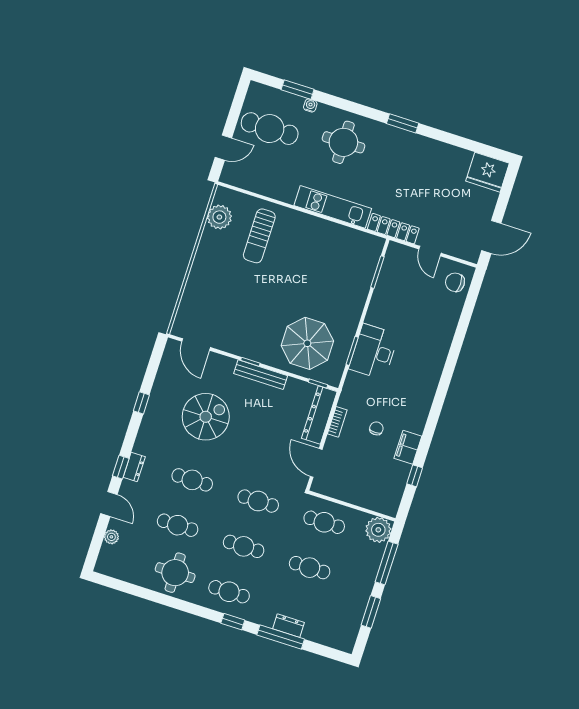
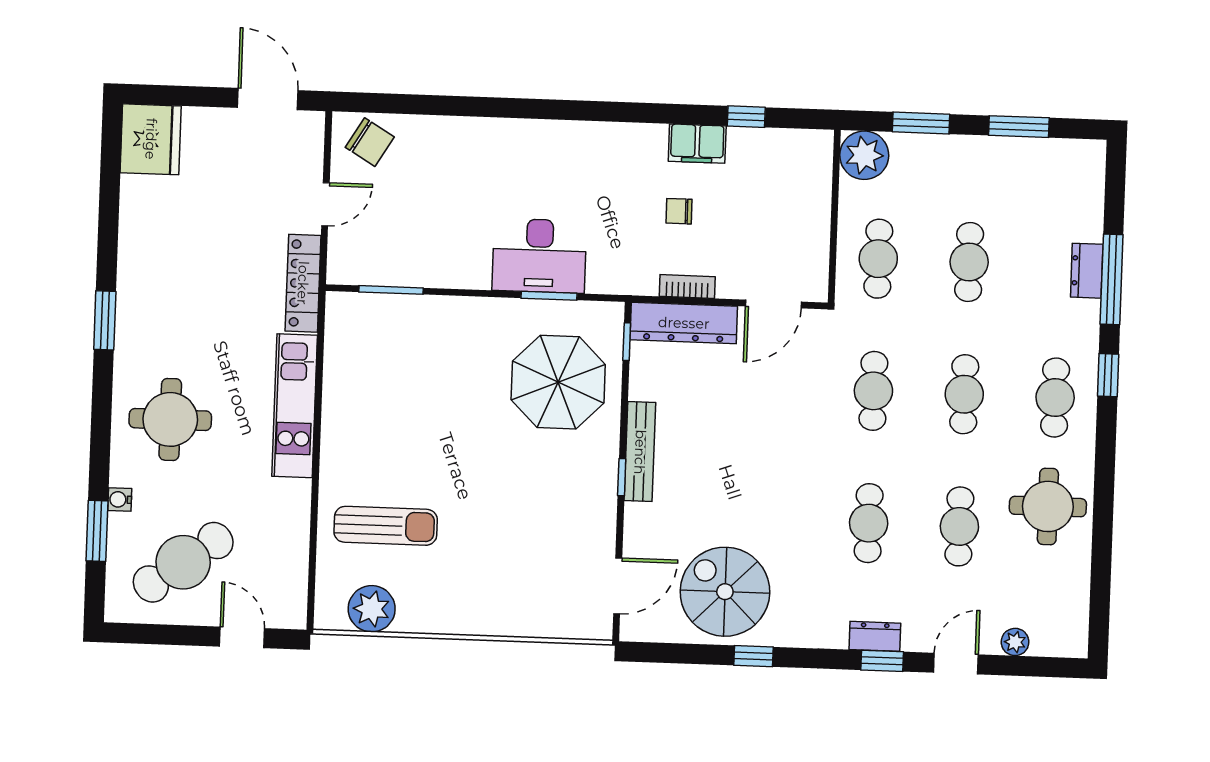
cafe table: (270, 129) -> (183, 562), turned 54
chair: (455, 282) -> (370, 142), turned -59
spiral stairs: (206, 417) -> (725, 592), moved
window: (387, 563) -> (921, 123), width x0.69

